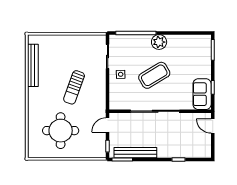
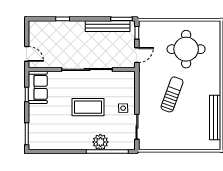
plant: (159, 42) -> (100, 142), moved
coffee table: (154, 75) -> (88, 107), turned 31

